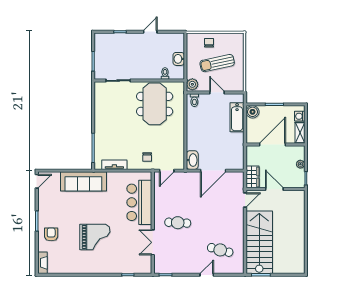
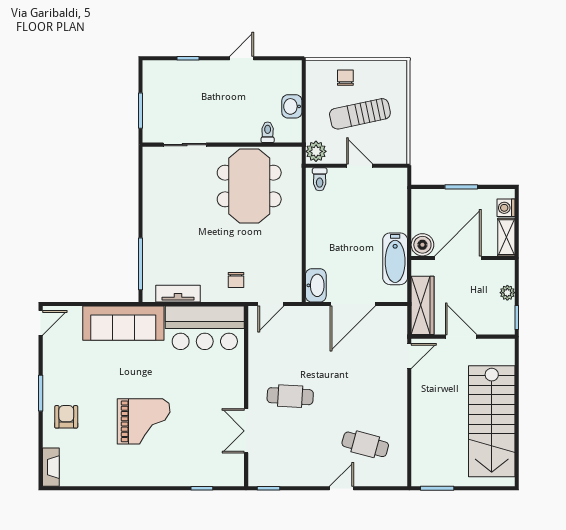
boiler: (253, 112) -> (422, 245), moved
bathtub: (237, 117) -> (395, 259), moved
wardrobe: (253, 177) -> (423, 305), width x1.50
bar counter: (139, 202) -> (205, 328), moved, turned -90
stairs: (259, 242) -> (492, 421), moved, turned 180

